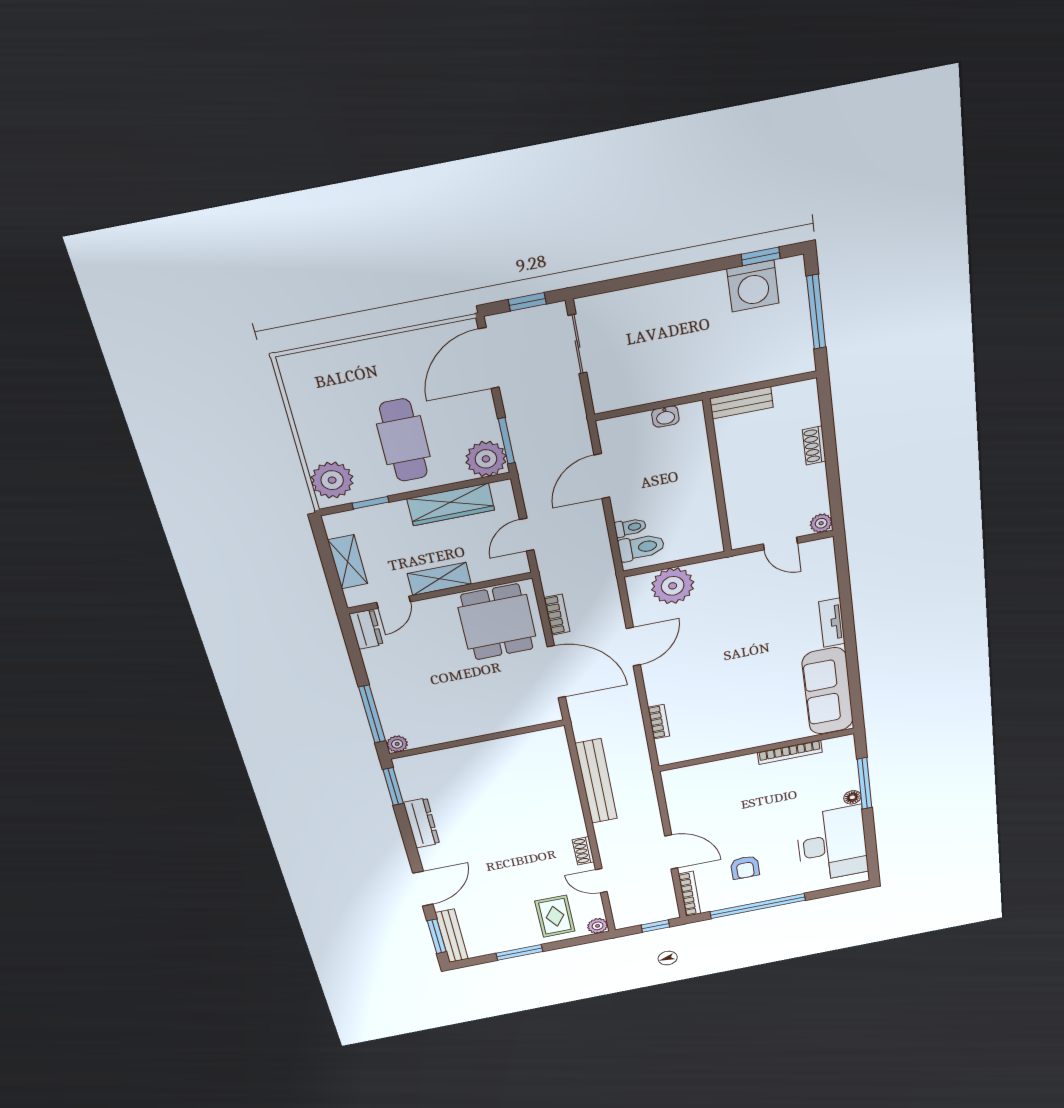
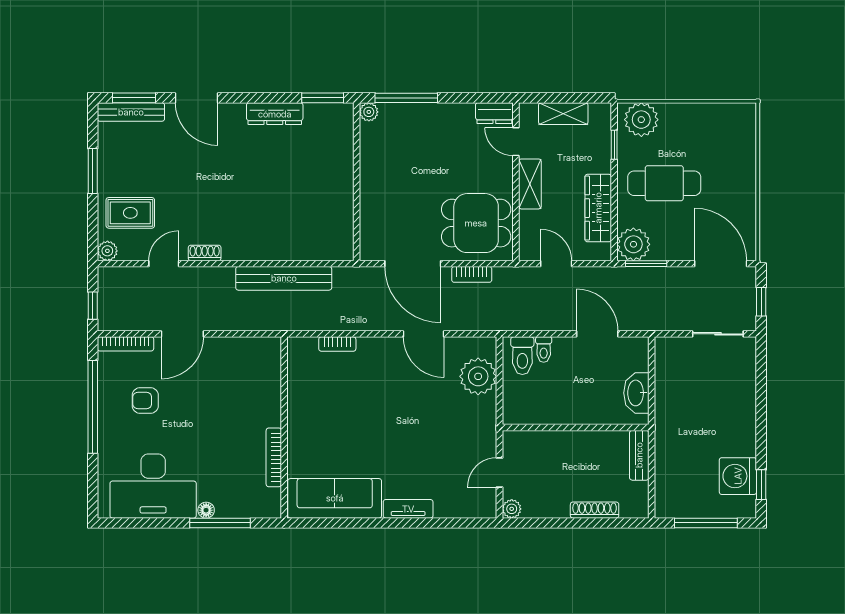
washbasin: (665, 417) -> (636, 393), width x1.91, depth x1.45
shoe rack: (814, 445) -> (595, 510), width x1.43
door: (556, 672) -> (413, 264), hinge flipped

